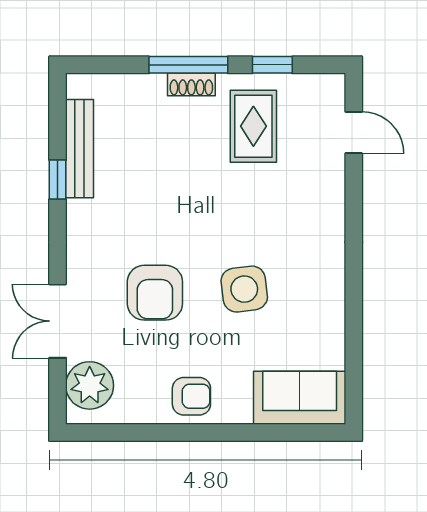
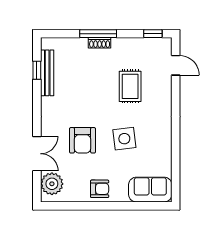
window: (272, 65) -> (153, 34), moved
rug: (253, 126) -> (130, 86), moved
window: (58, 180) -> (37, 70), moved
double door: (58, 321) -> (37, 154), swing flipped

